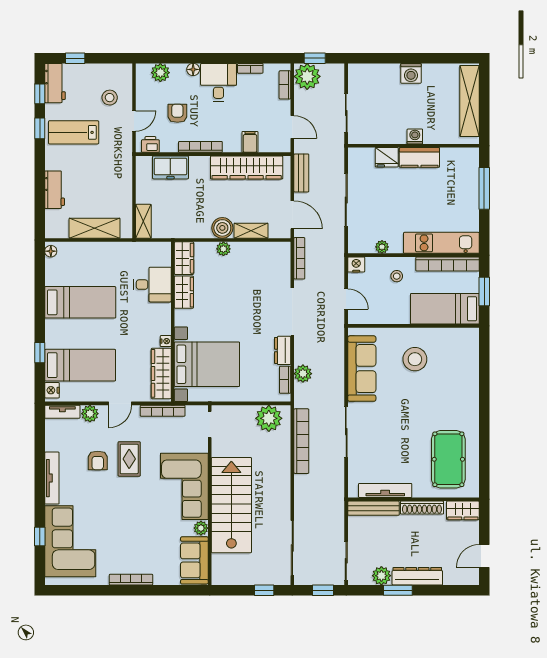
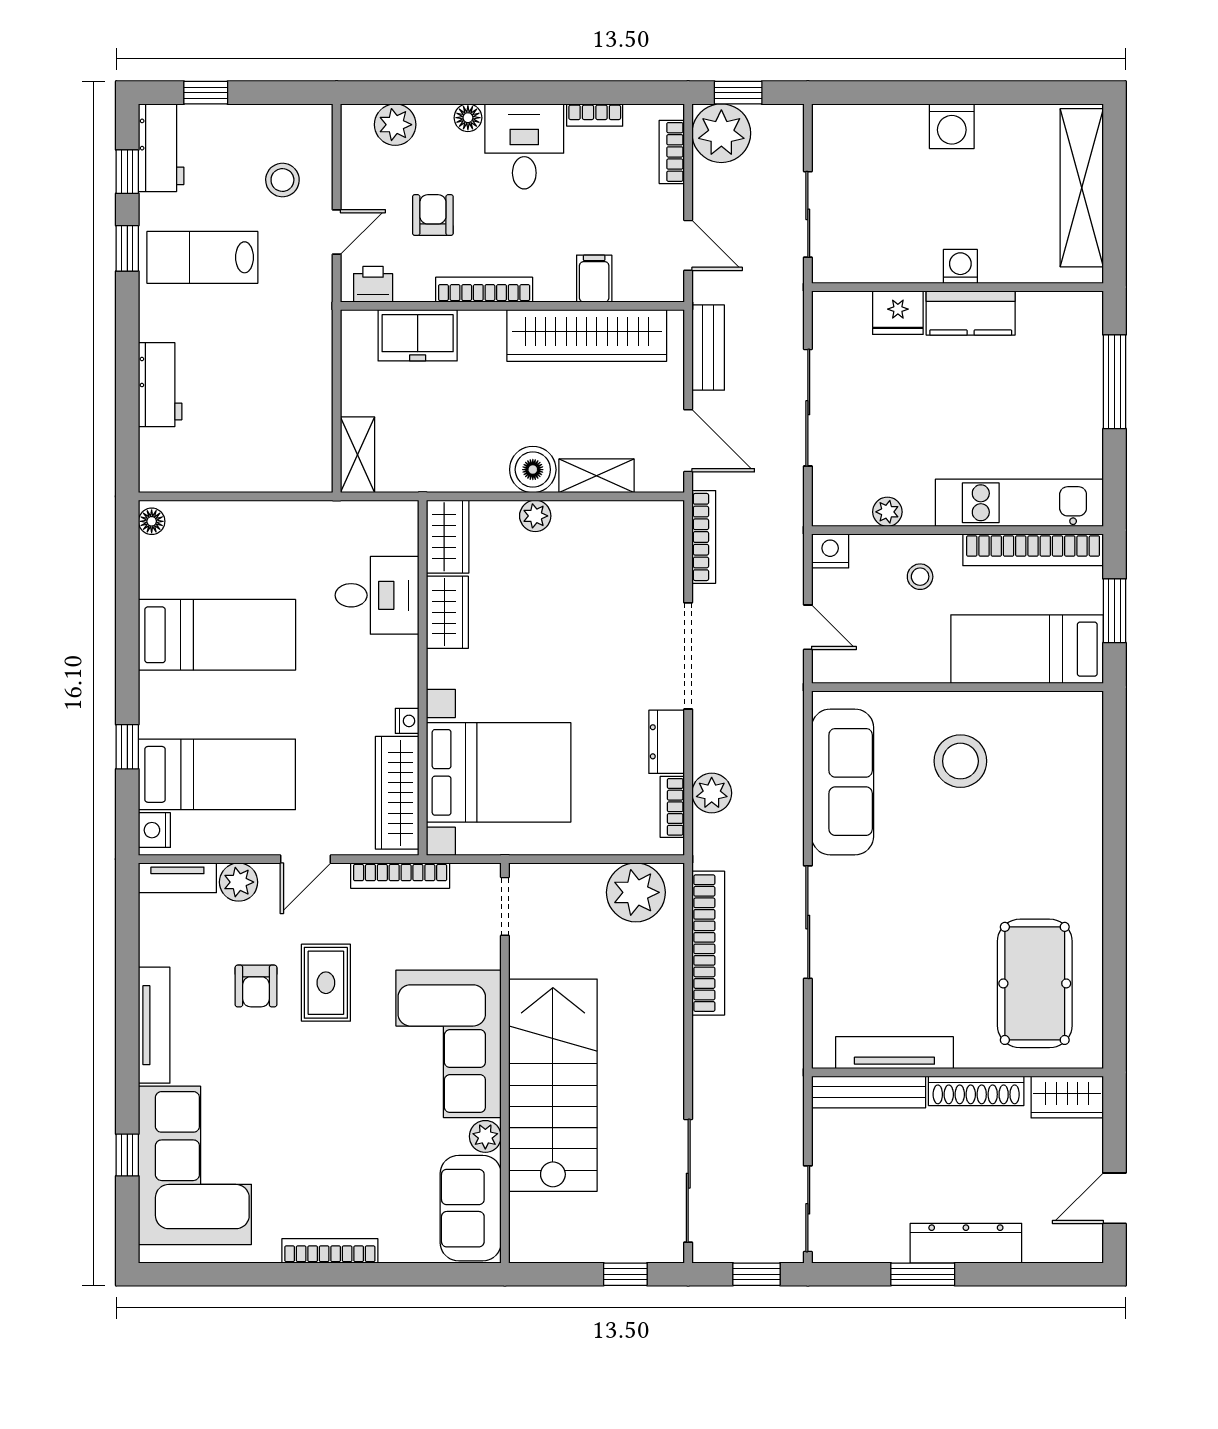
shelving: (95, 228) -> (249, 470), removed
plant: (381, 576) -> (886, 1242), removed

